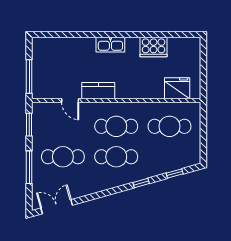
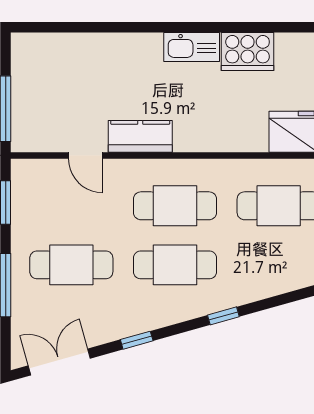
kitchen sink: (110, 45) -> (192, 47), moved
window: (175, 174) -> (137, 340), moved

